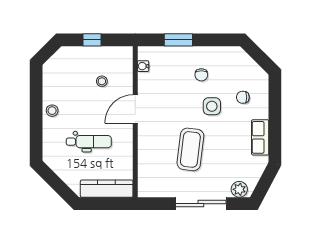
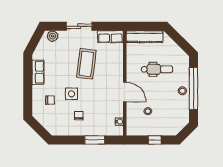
door: (135, 109) -> (125, 92), hinge flipped
window: (36, 114) -> (193, 89), added
dental chair: (89, 142) -> (157, 69), turned 180
row of seats: (156, 189) -> (110, 37), added
sliding door: (201, 204) -> (79, 26), width x0.73

